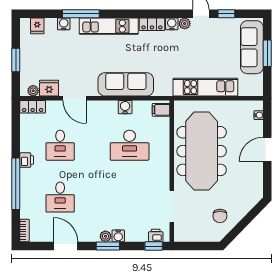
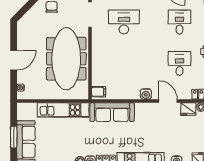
sofa: (126, 84) -> (112, 112), moved
water cooler: (125, 107) -> (146, 94), moved
desk: (130, 145) -> (124, 22), moved

